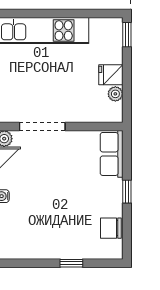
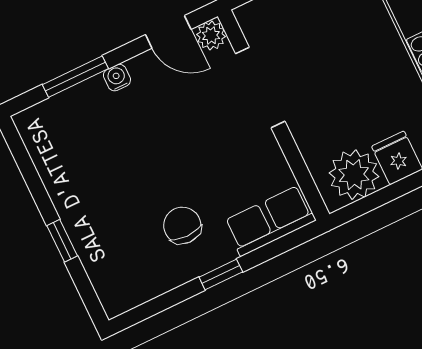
plant: (115, 94) -> (354, 175), width x1.88, depth x1.88
chair: (111, 228) -> (182, 225), moved

